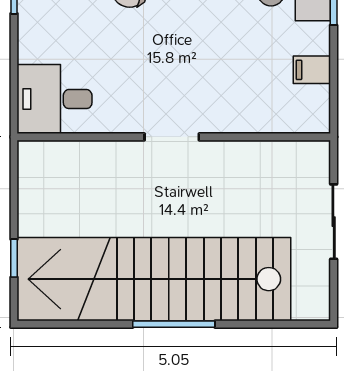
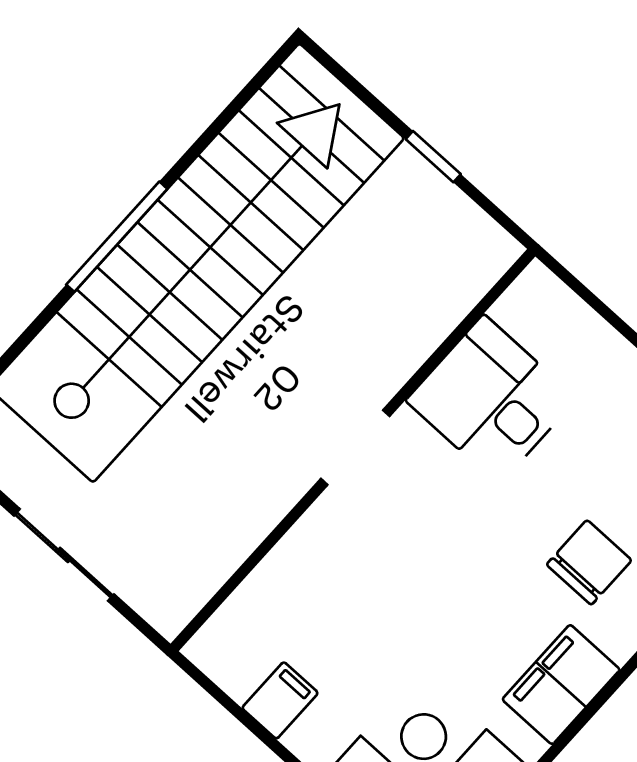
desk: (55, 99) -> (491, 400), moved, turned -90
window: (14, 258) -> (433, 157), moved

